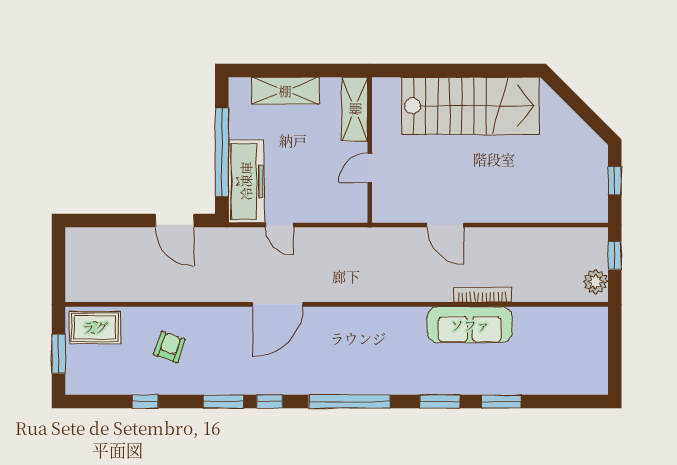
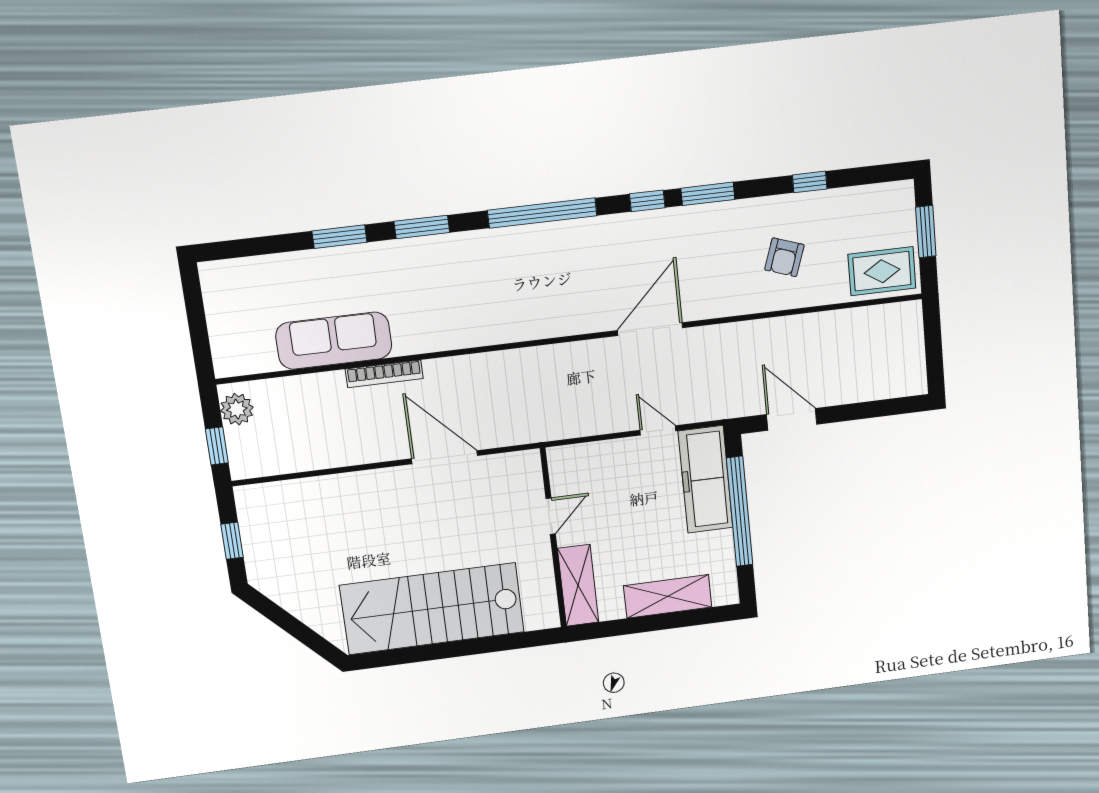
door: (445, 225) -> (445, 457), width x1.36
sofa: (470, 325) -> (334, 341), moved

